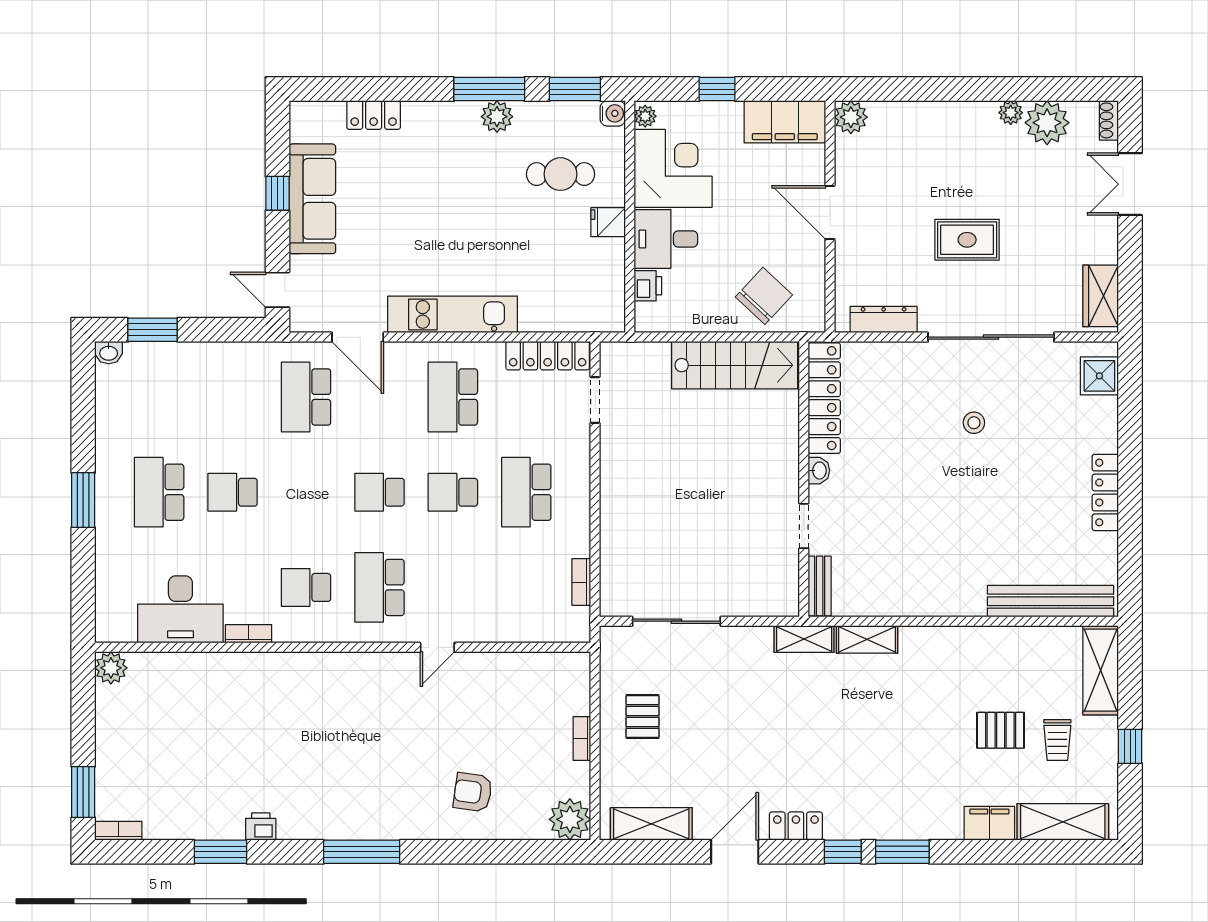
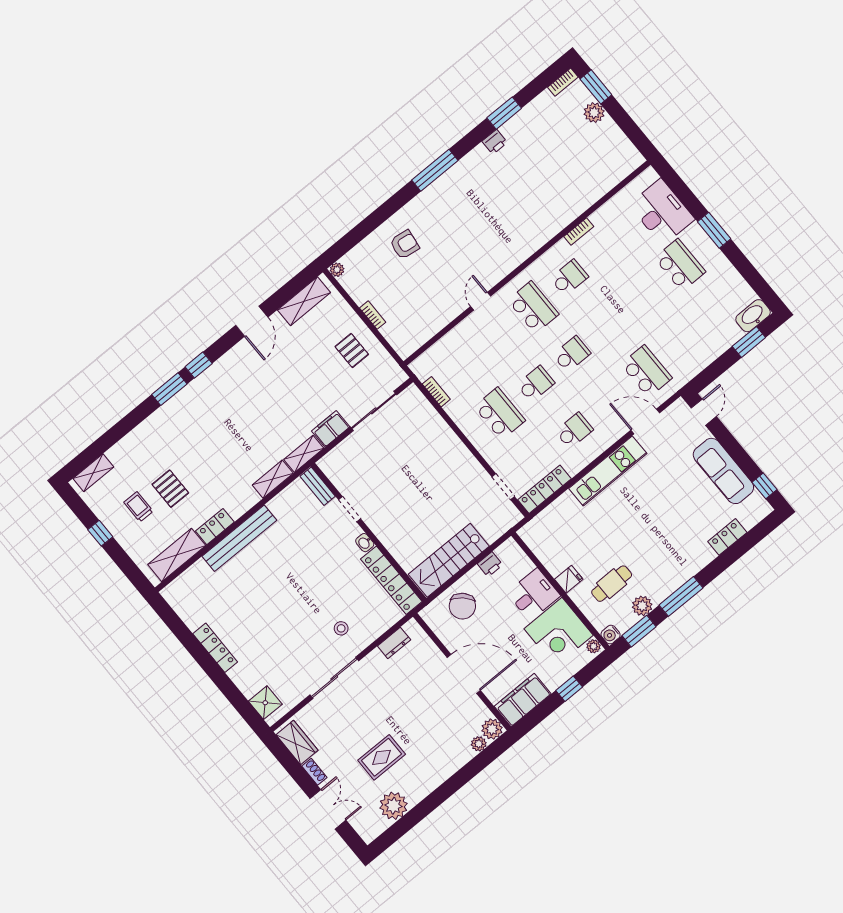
plant: (1011, 113) -> (479, 744), moved
plant: (497, 117) -> (642, 606), moved
shoe rack: (1109, 120) -> (314, 772), moved
window: (277, 193) -> (765, 486), moved
door: (830, 212) -> (464, 674), width x1.36
rug: (967, 240) -> (382, 757), moved
printer: (648, 286) -> (490, 564), moved, turned -90
door: (277, 290) -> (704, 412), hinge flipped
dresser: (884, 320) -> (394, 643), width x0.70
sliding door: (991, 337) -> (334, 678), width x0.73
washbasin: (109, 353) -> (753, 316), width x1.91, depth x1.45
school desk: (453, 397) -> (574, 431), width x0.54
stool: (974, 423) -> (341, 628), moved
school desk: (233, 492) -> (644, 295), removed
bench: (1050, 601) -> (239, 538), moved
desk: (180, 609) -> (662, 212), moved, turned 90
plant: (111, 668) -> (594, 113), moved
shelving: (1101, 670) -> (177, 555), moved, turned 90
pallet: (1001, 730) -> (170, 489), turned 90
plant: (570, 819) -> (337, 270), width x0.53, depth x0.53
shelving: (1063, 822) -> (93, 473), width x0.67, depth x0.75
filing cabinet: (989, 823) -> (331, 429), moved, turned 180
locker: (796, 826) -> (215, 527), moved, turned 180

